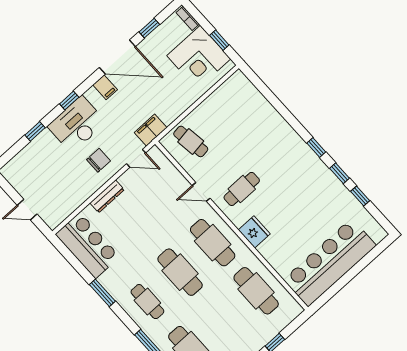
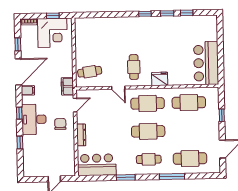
door: (201, 192) -> (118, 88), hinge flipped
bar counter: (330, 262) -> (206, 63), width x0.73

